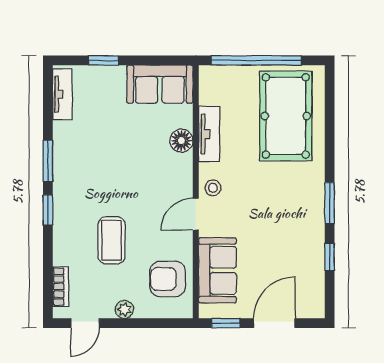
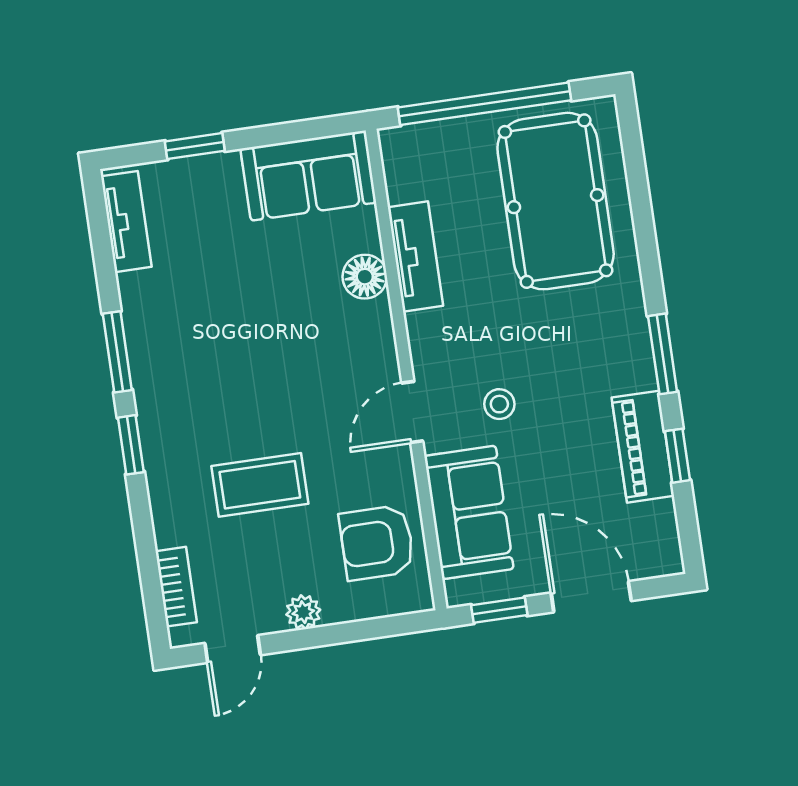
stool: (213, 188) -> (499, 404), moved
coffee table: (112, 240) -> (260, 485), turned 90
piano: (312, 250) -> (643, 447), added
door: (274, 323) -> (591, 597), hinge flipped

